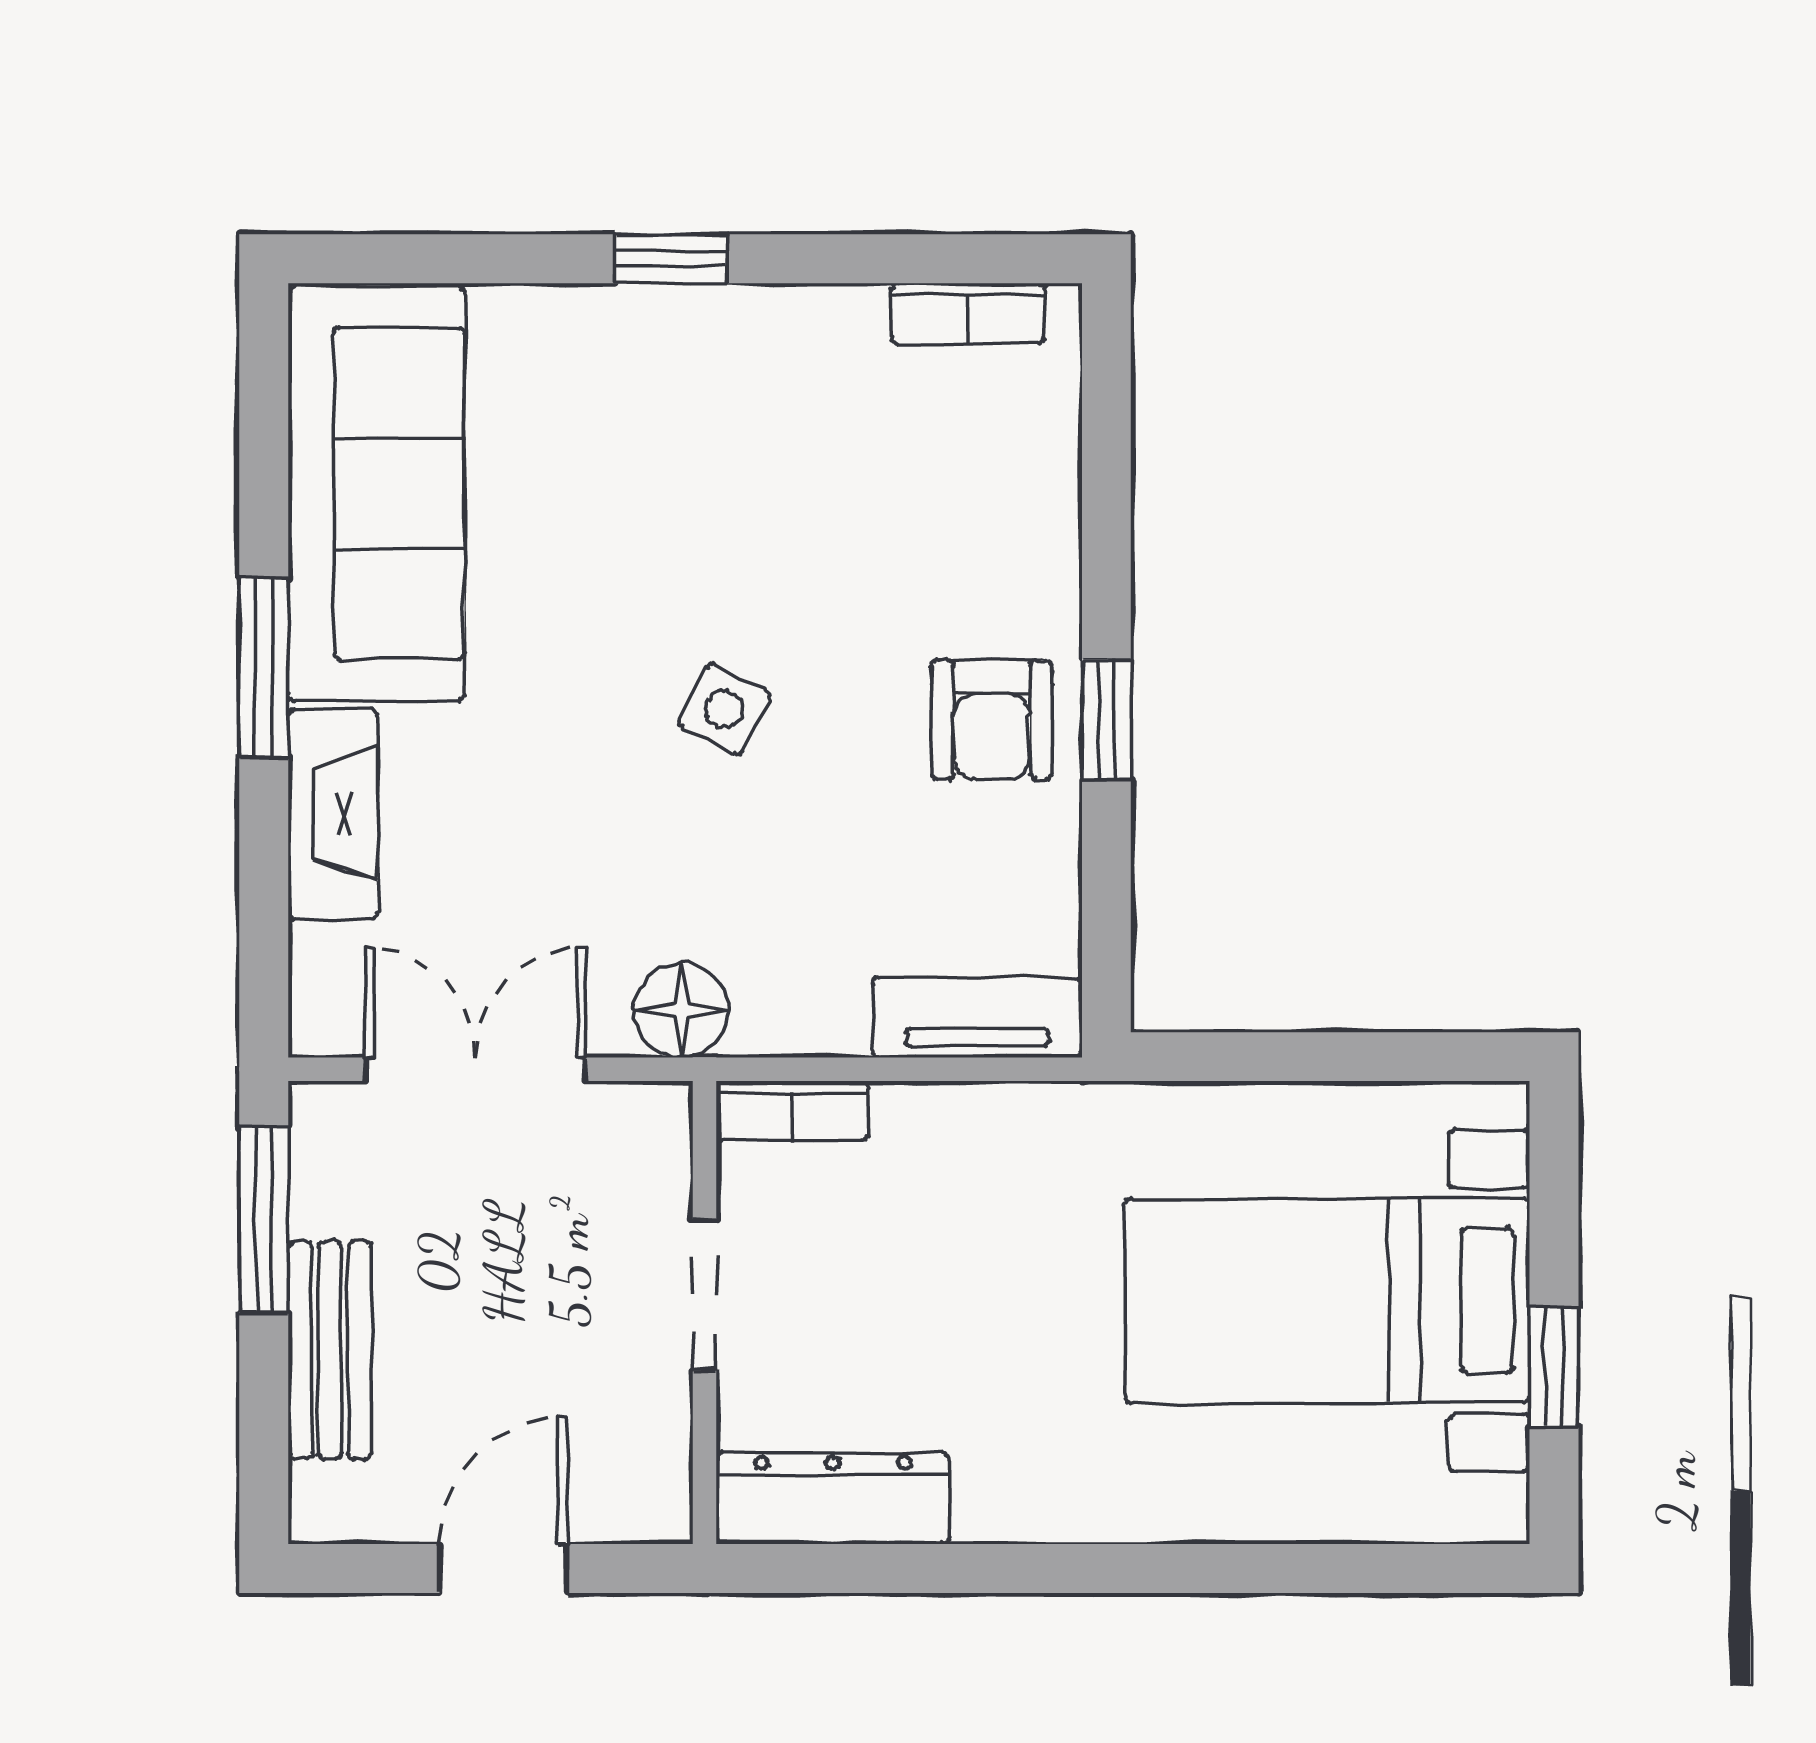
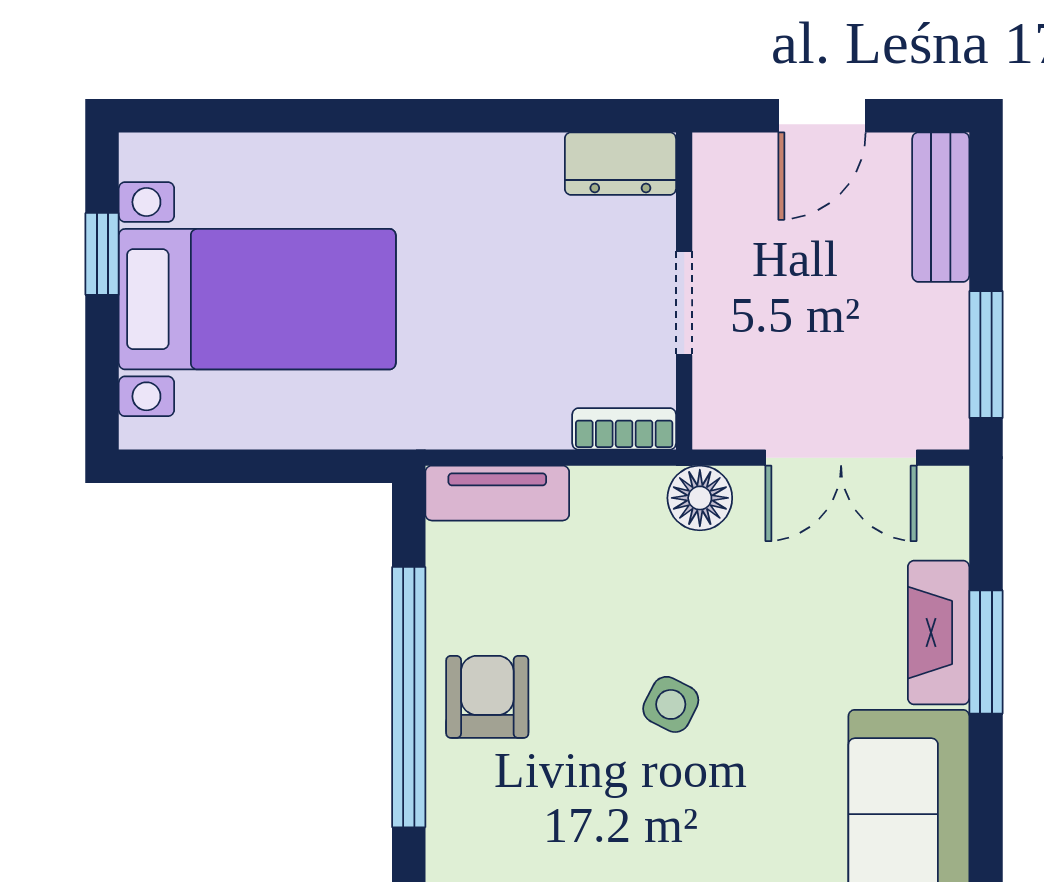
window: (264, 668) -> (986, 652), moved
window: (1106, 720) -> (409, 697), width x3.17
bench: (330, 1350) -> (941, 207), moved
dresser: (833, 1498) -> (620, 164), width x0.70

